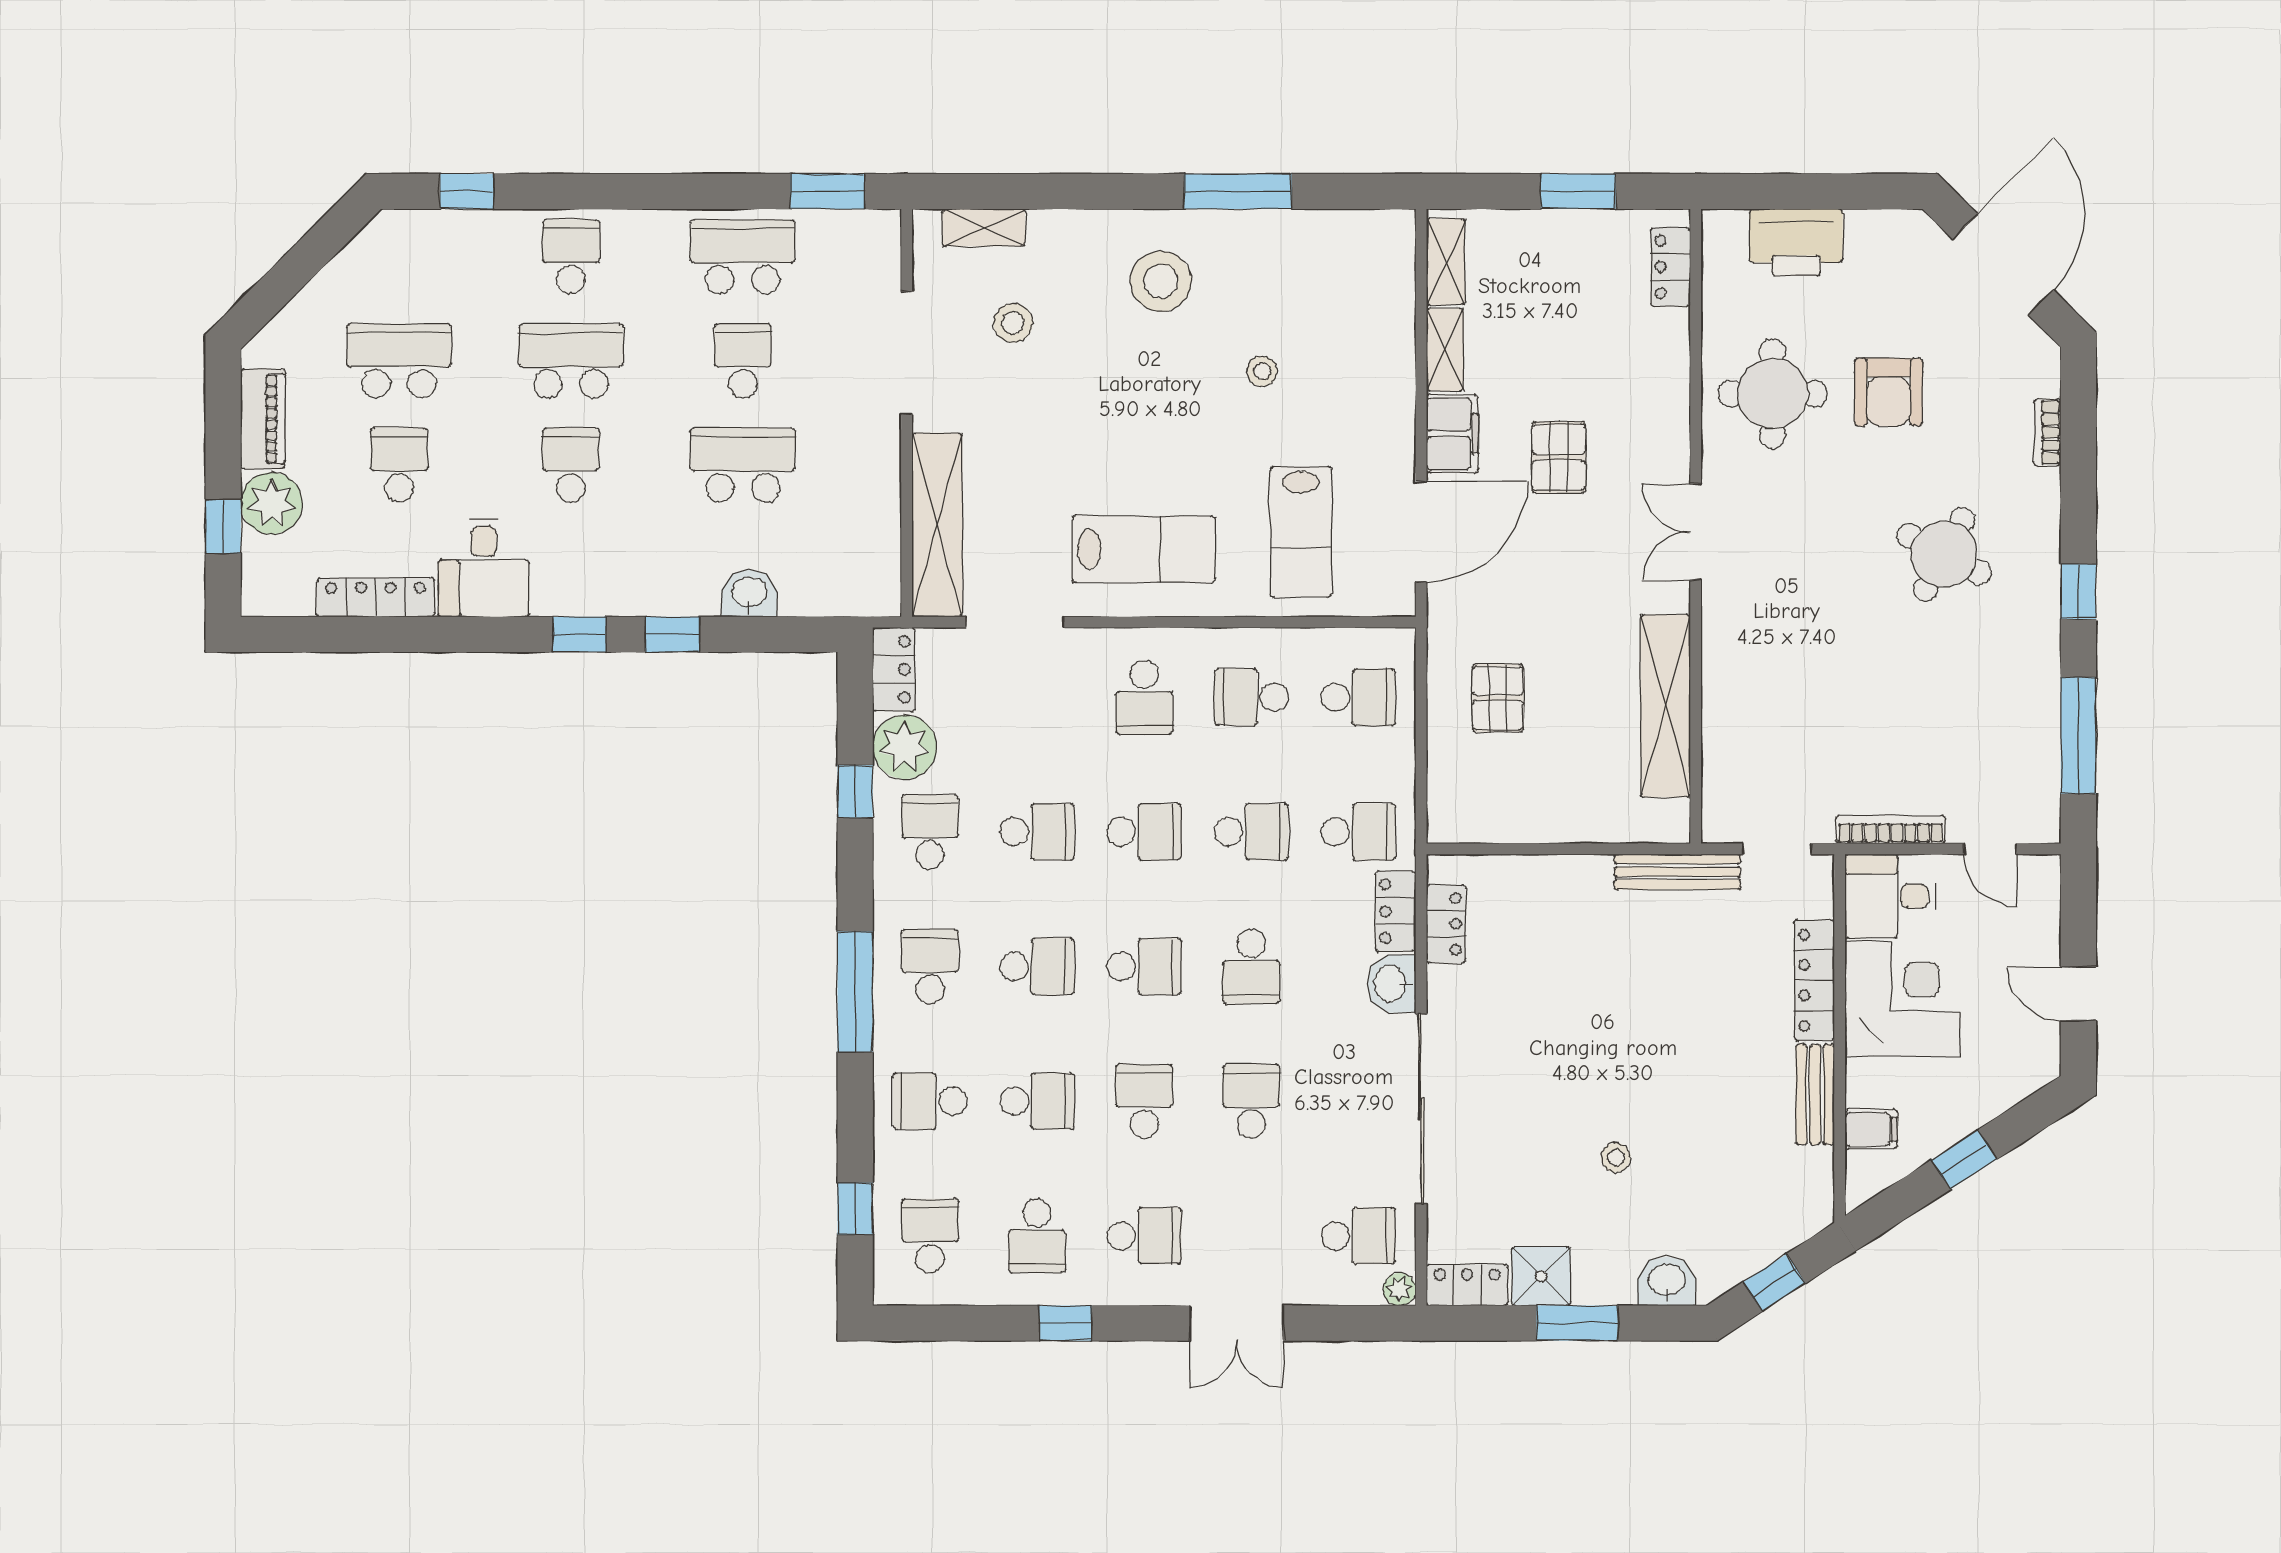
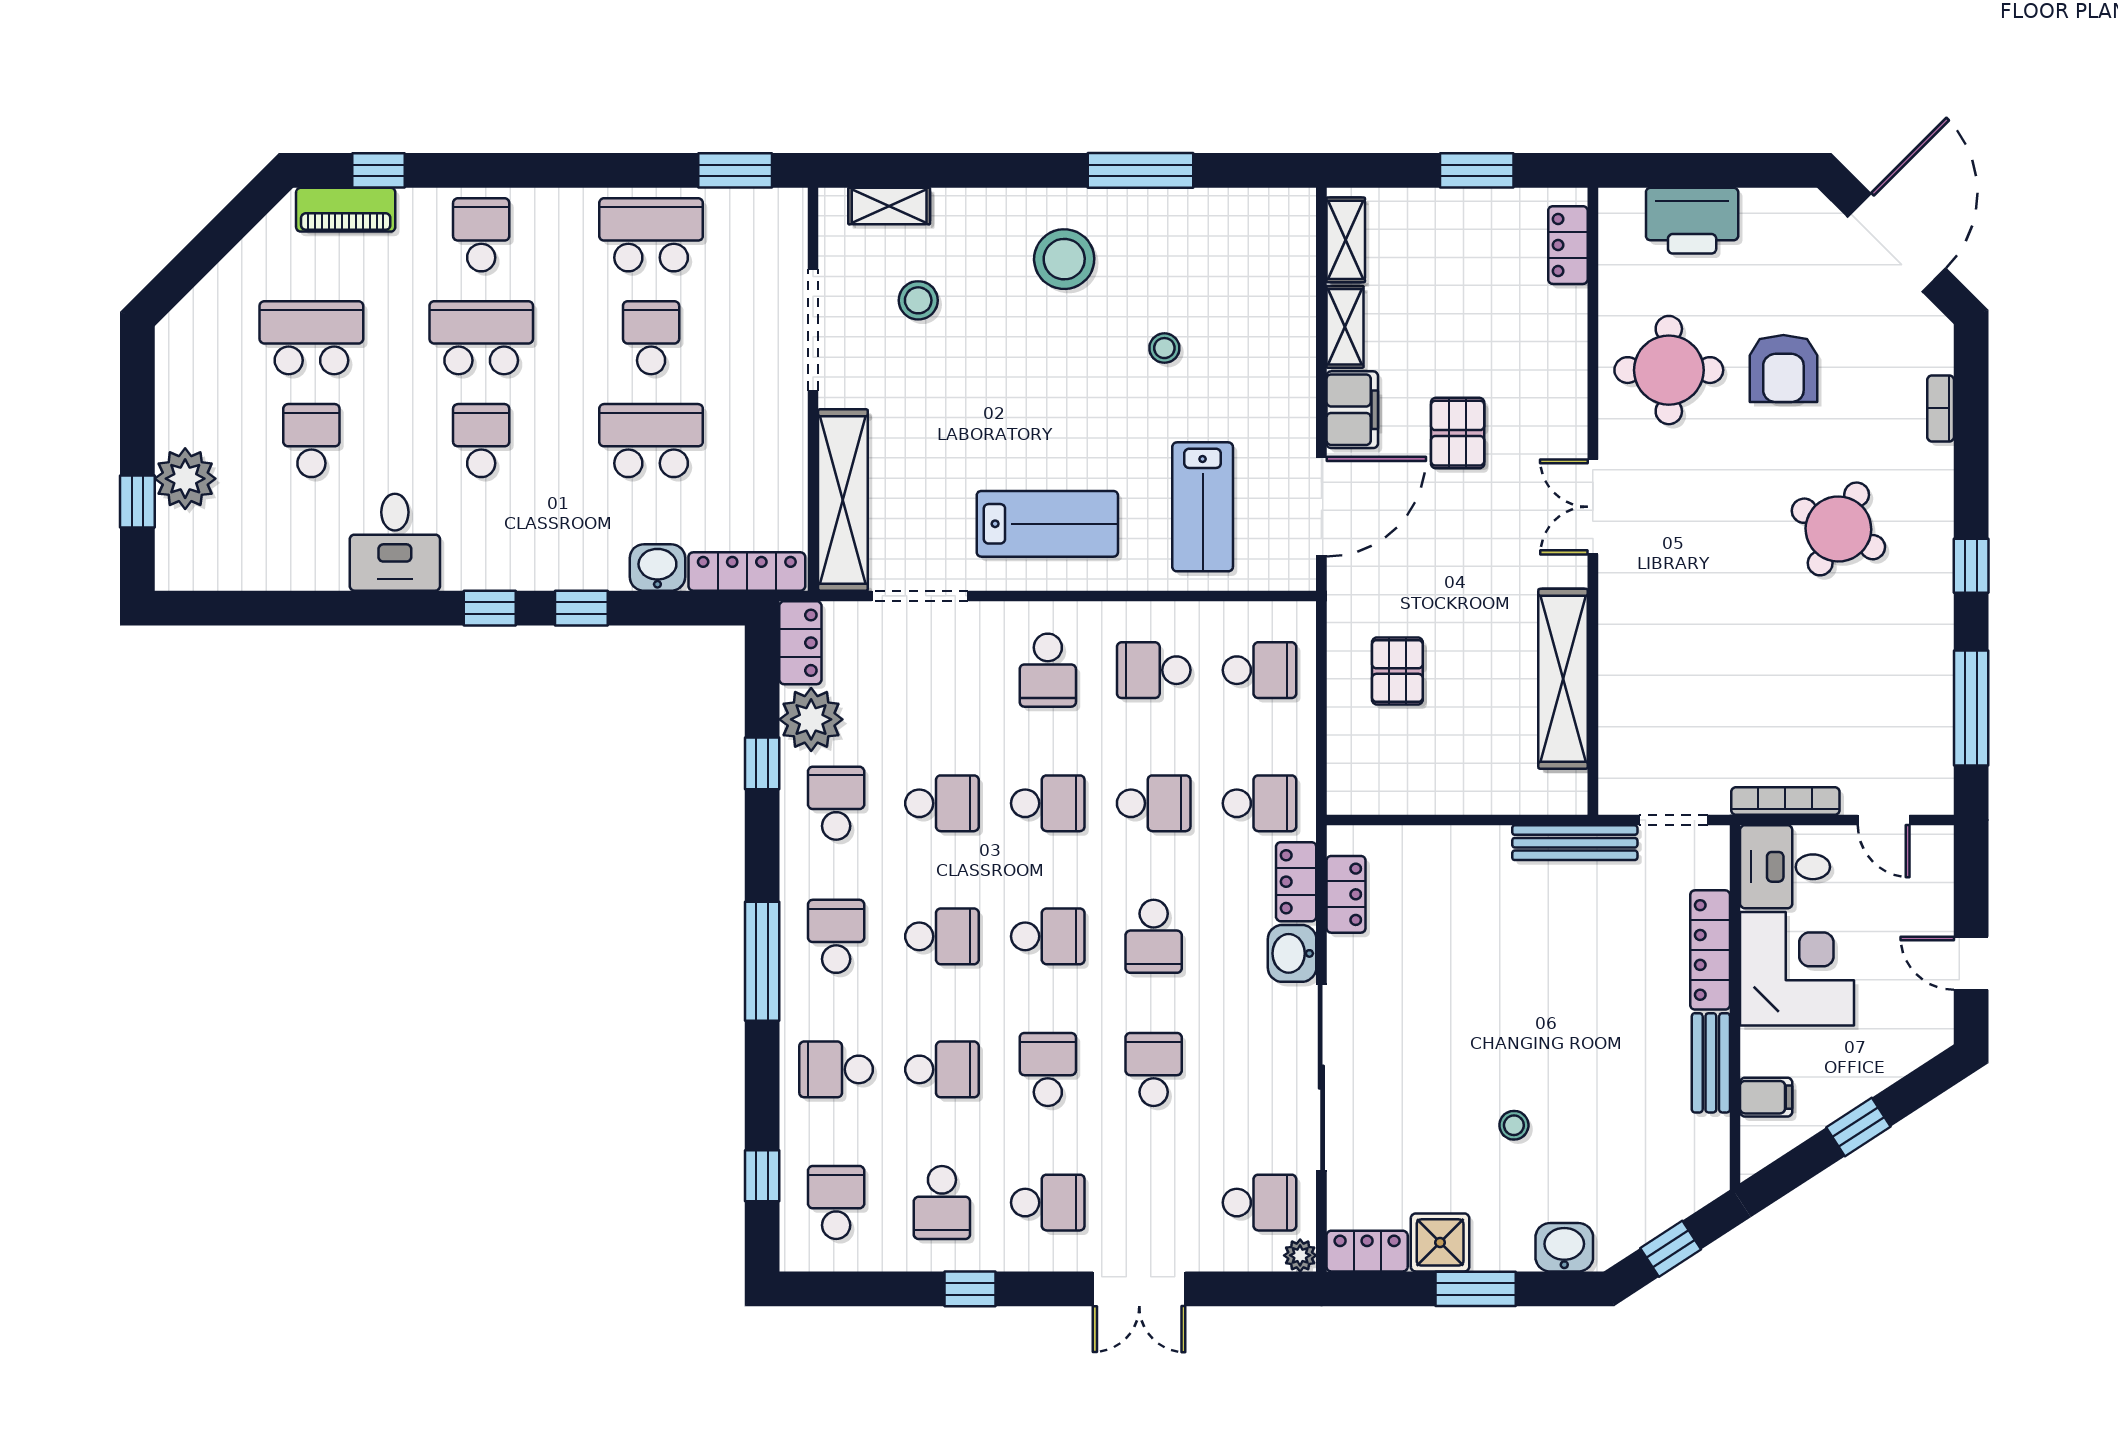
piano: (263, 419) -> (346, 210), moved, turned 90
locker: (376, 597) -> (747, 572), moved

